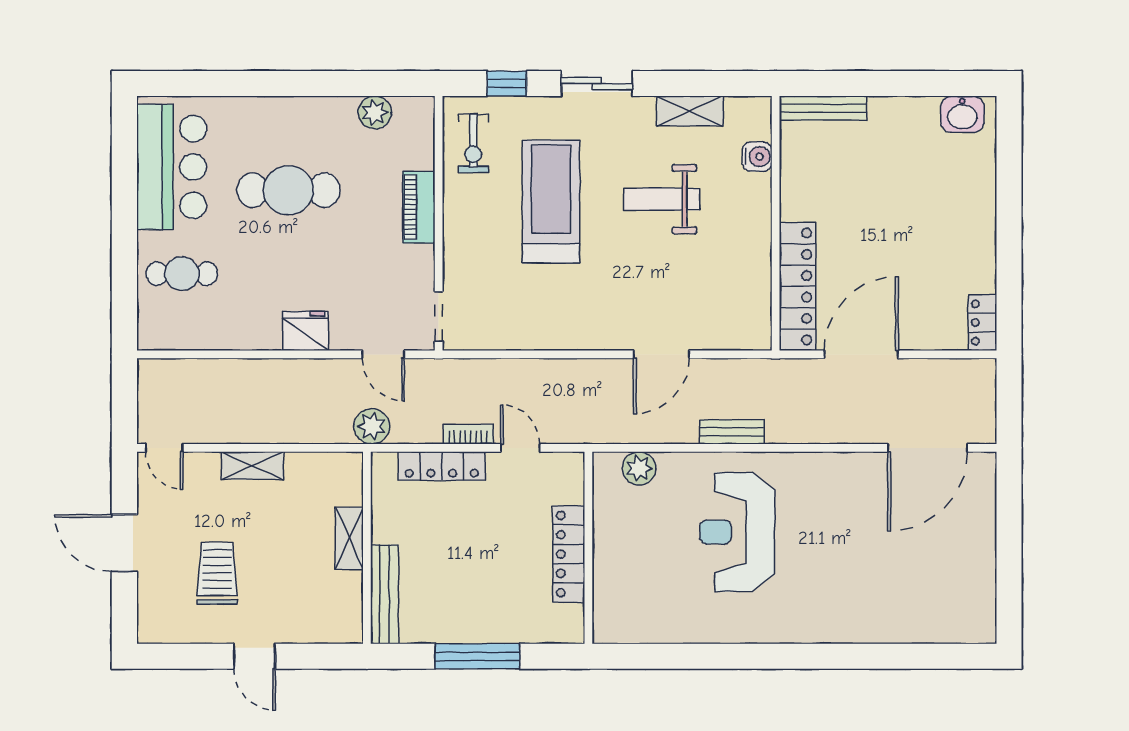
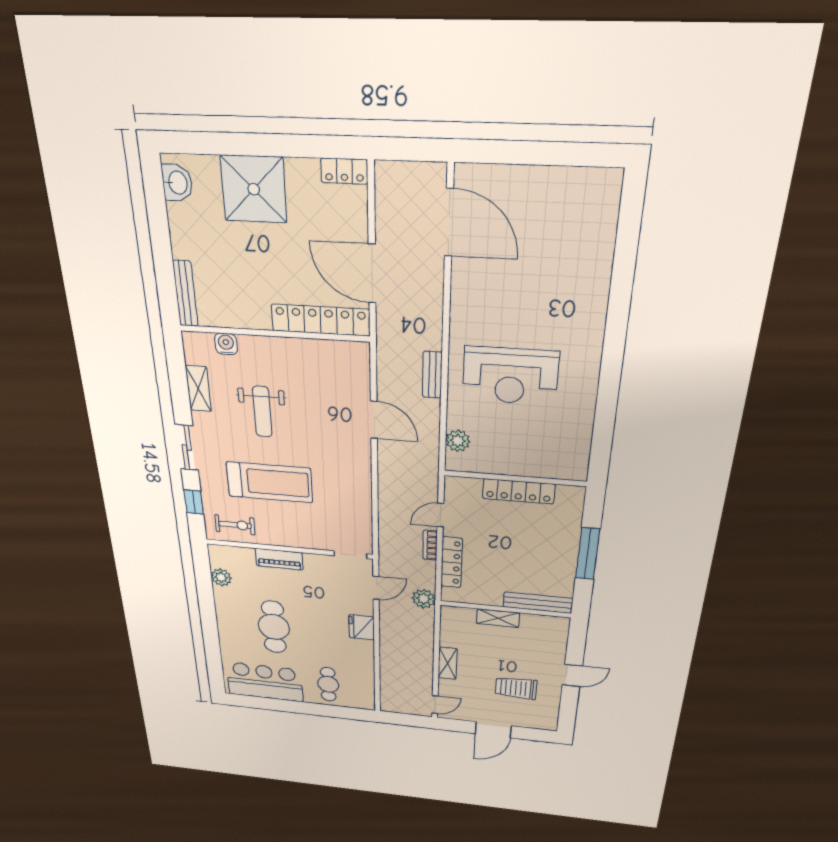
treadmill: (551, 202) -> (269, 482), turned 180
shower: (958, 210) -> (254, 189), added

